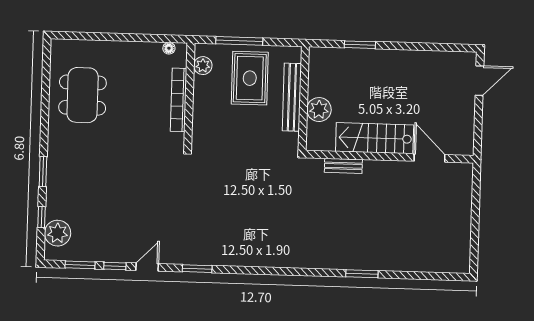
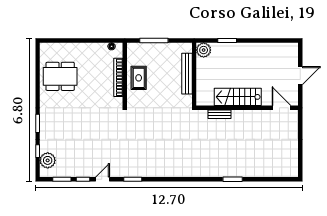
plant: (203, 66) -> (132, 56), removed
rug: (250, 78) -> (139, 78), moved, width x0.73, depth x0.70
door: (479, 81) -> (300, 76), moved
dining table: (83, 95) -> (60, 76), turned 90
plant: (319, 110) -> (204, 50), moved
door: (429, 158) -> (281, 108), moved

